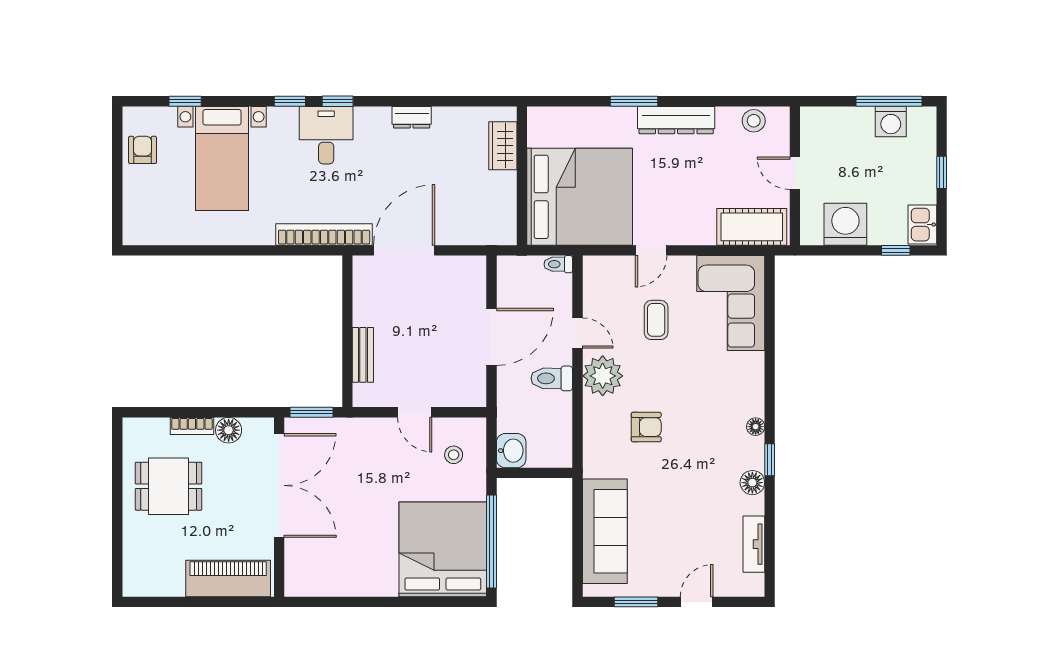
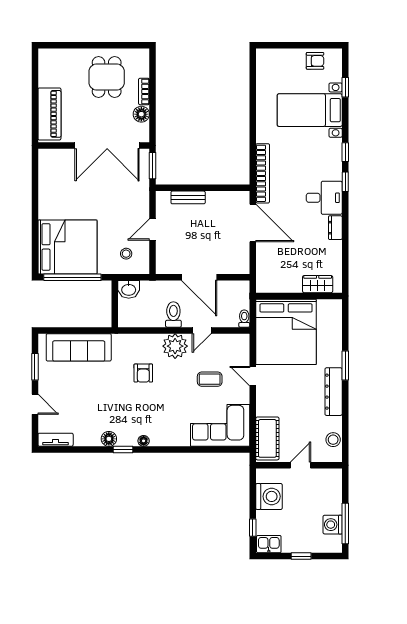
desk: (326, 135) -> (324, 198), moved
tv unit: (754, 544) -> (56, 440), moved

